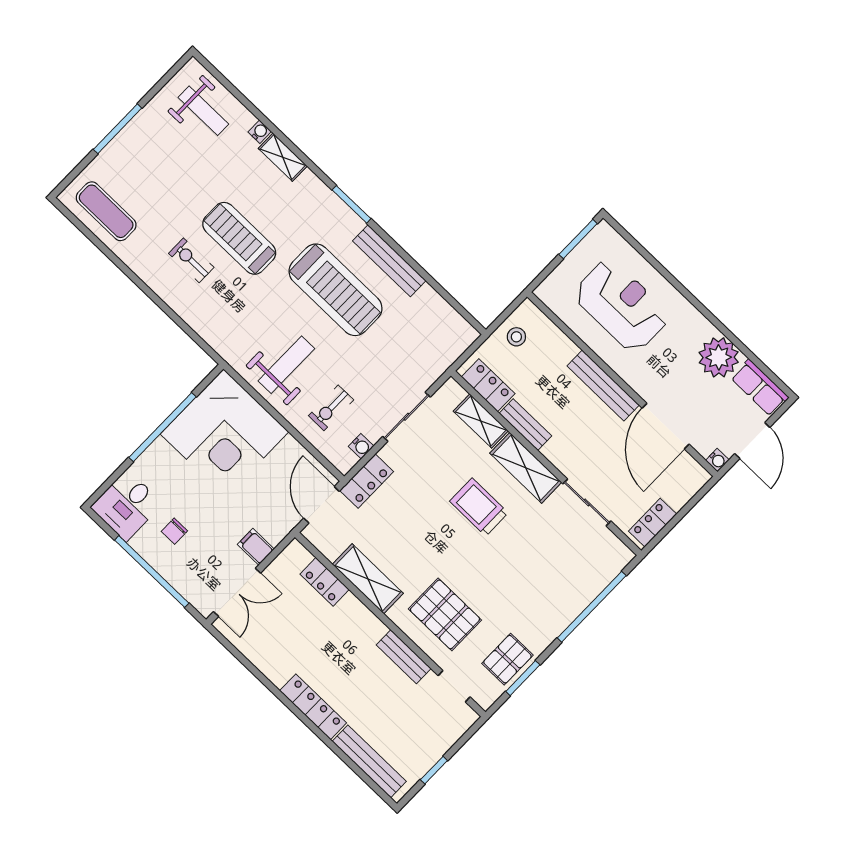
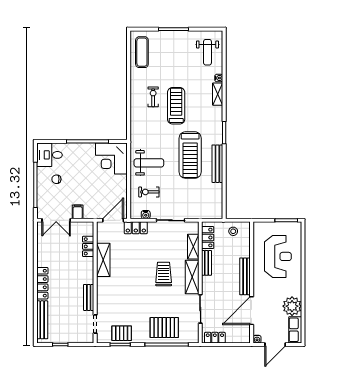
corner desk: (225, 433) -> (111, 159), width x0.74, depth x0.74
pallet: (445, 614) -> (164, 328), moved, turned 90

